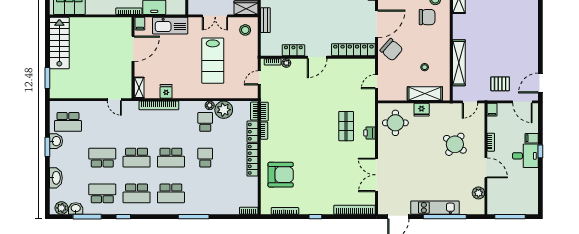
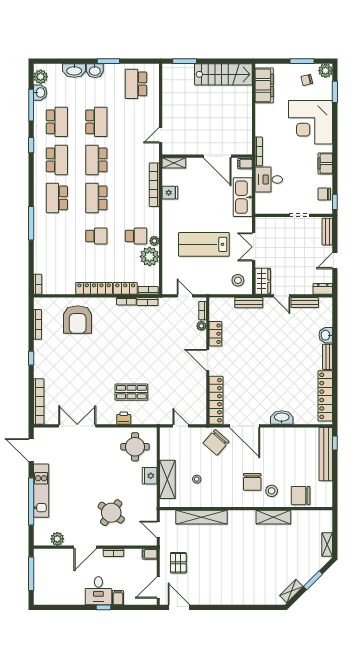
washbasin: (56, 141) -> (95, 71), moved
school desk: (137, 193) -> (57, 160), turned 180

